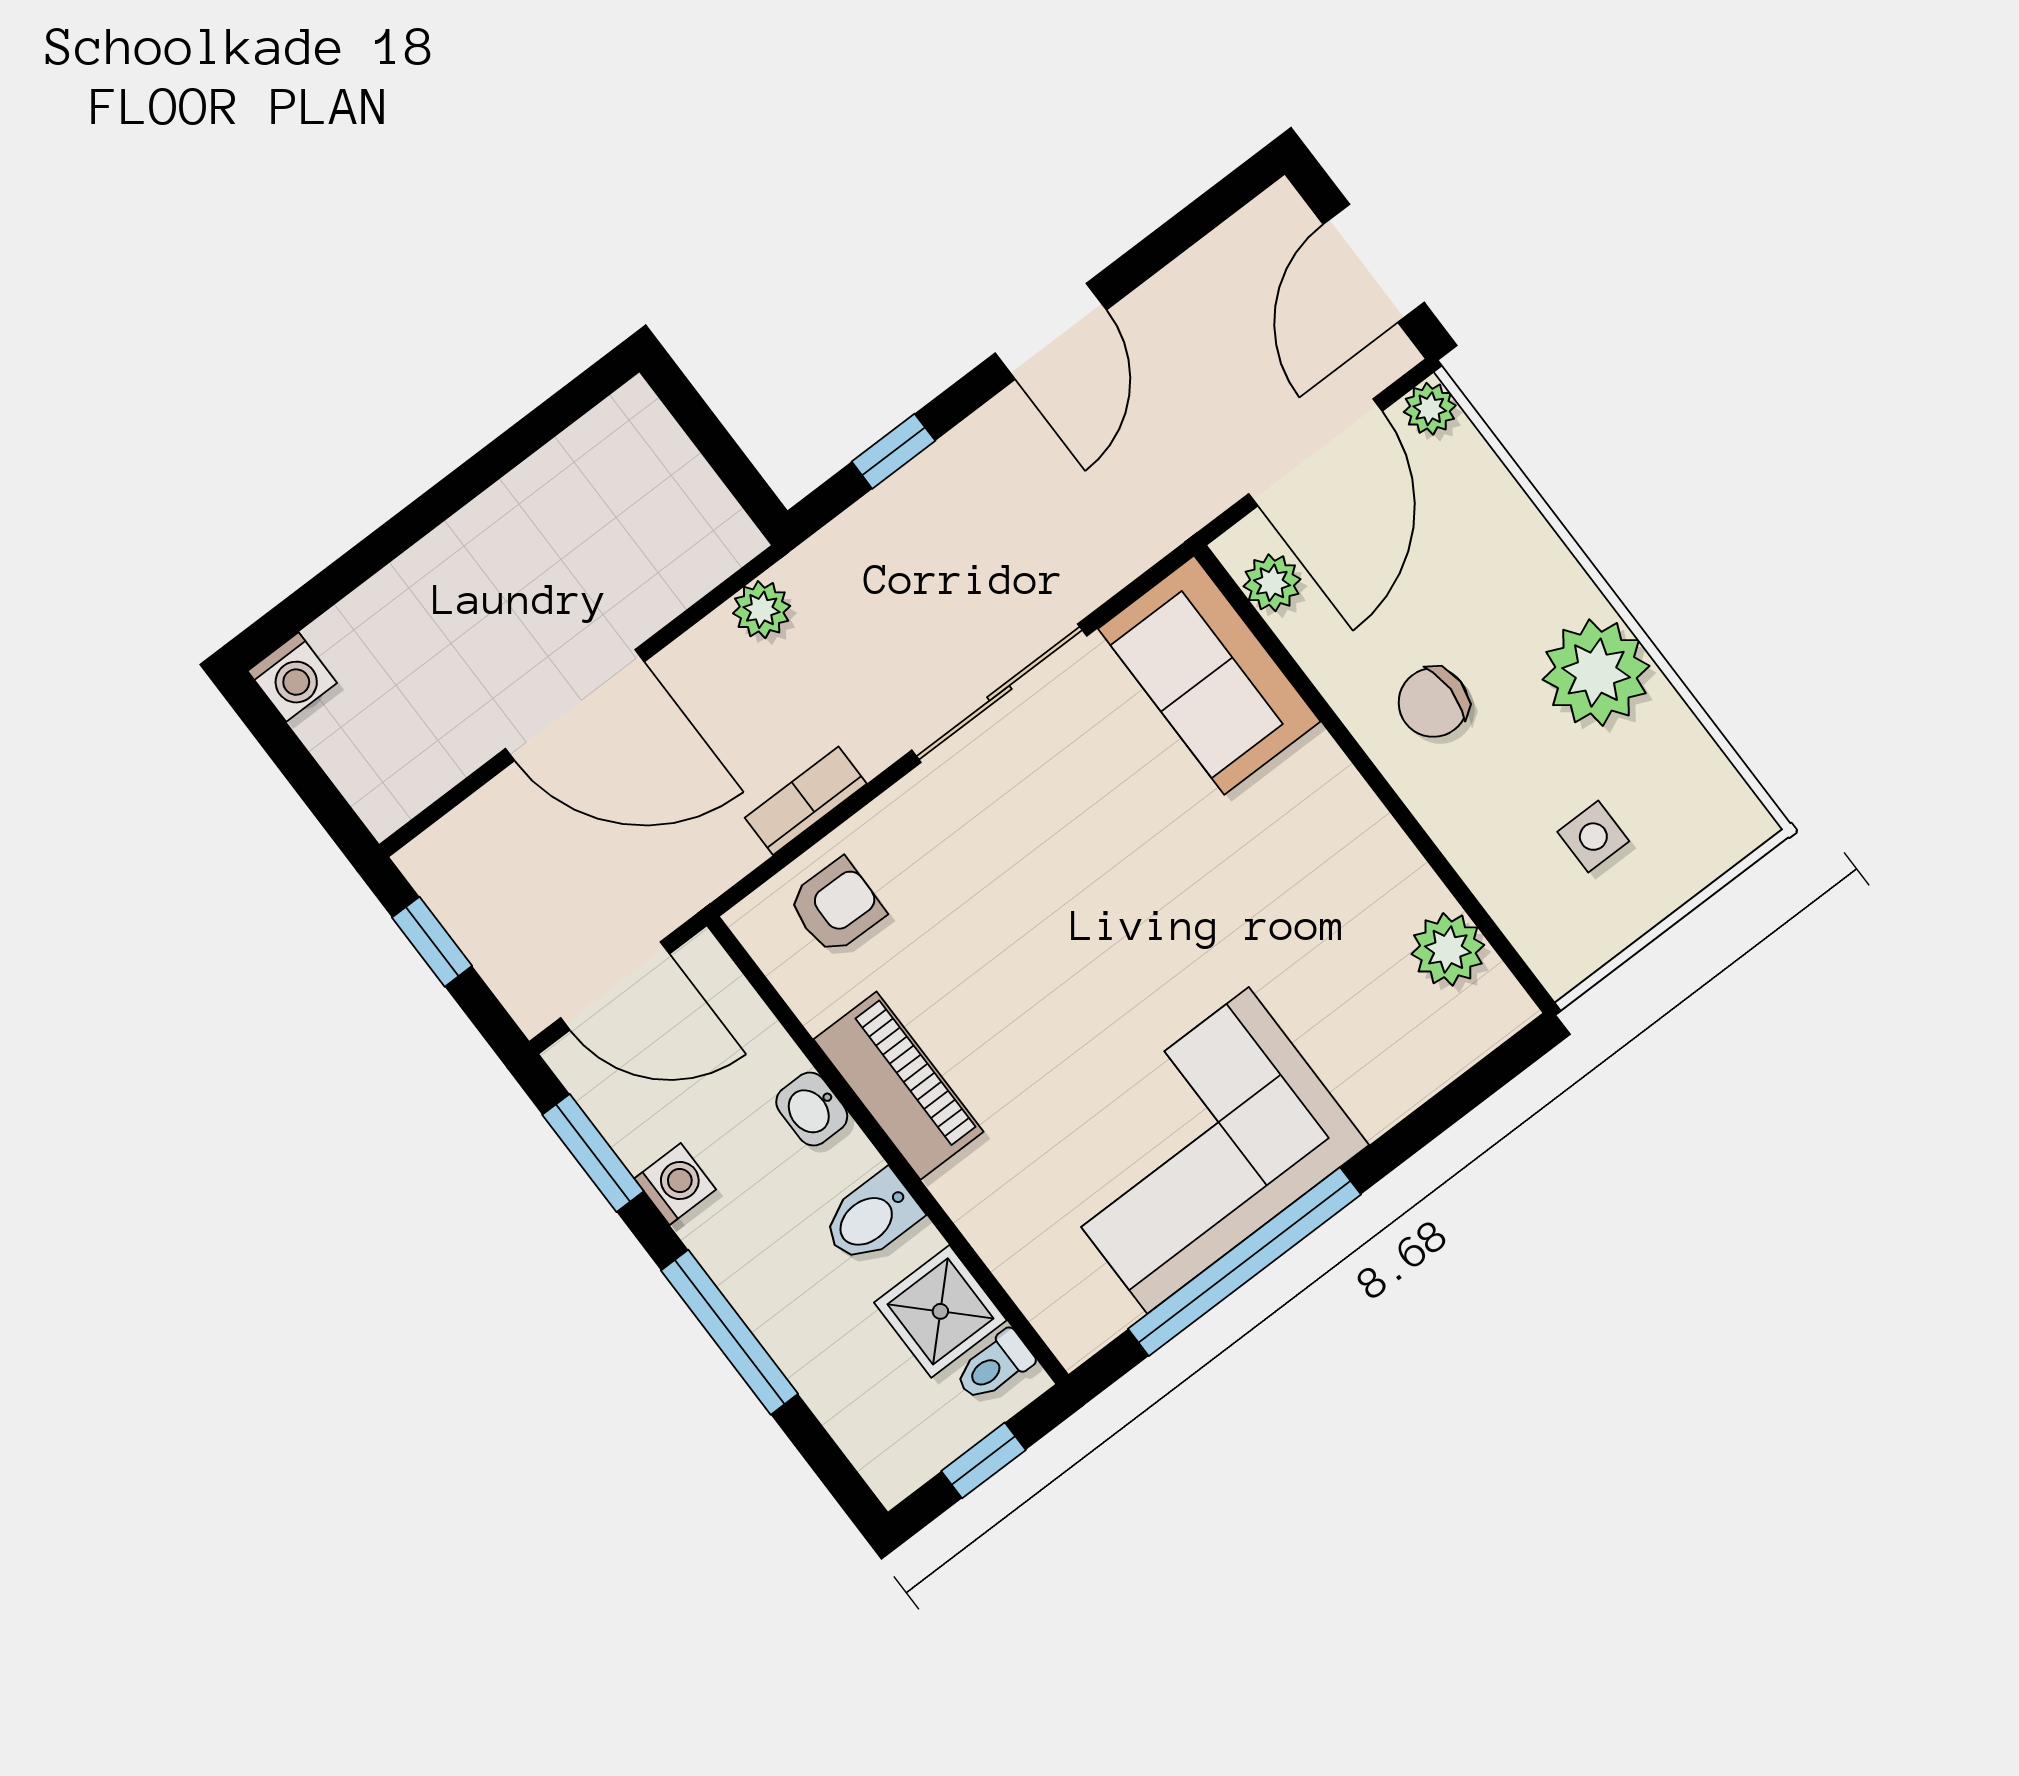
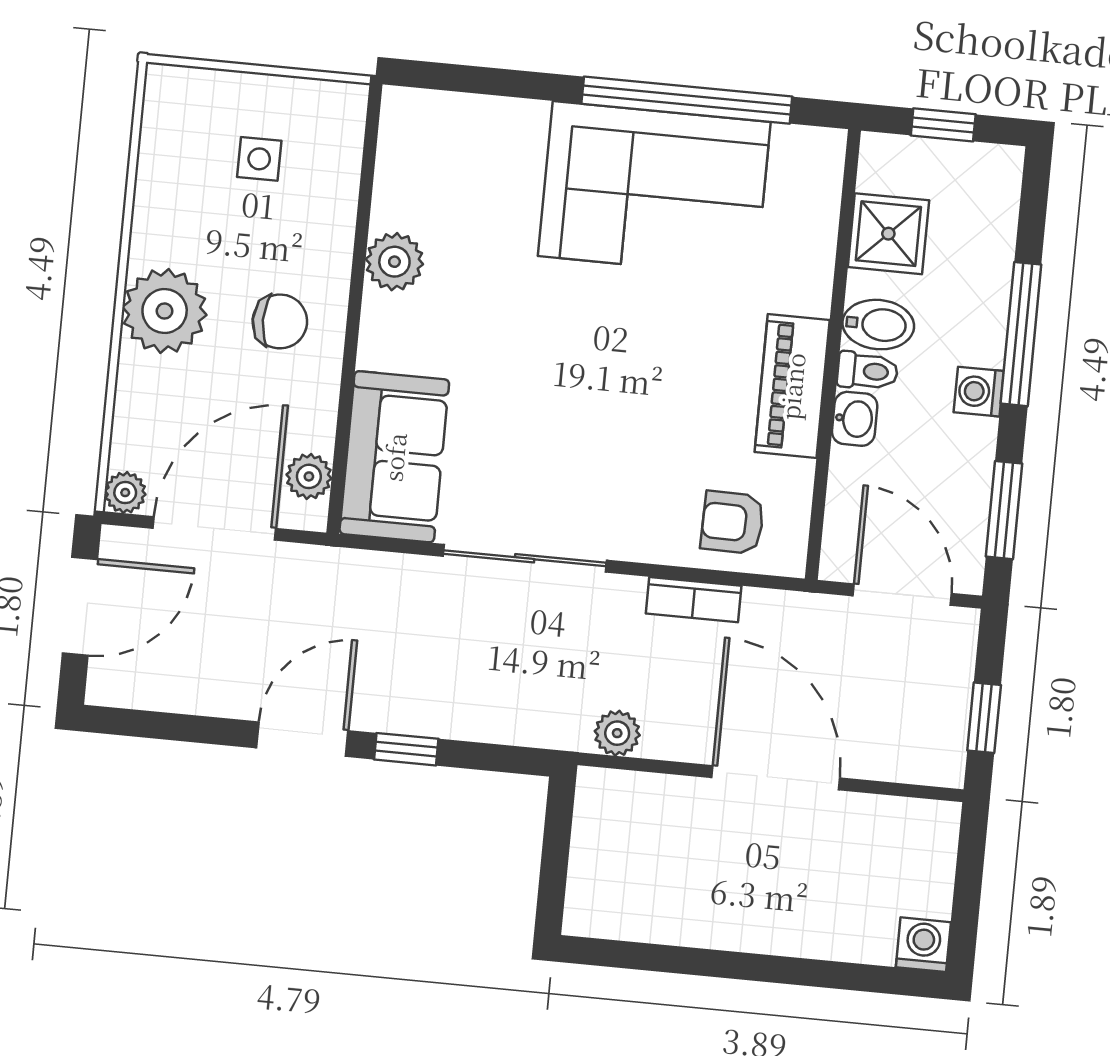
window: (893, 451) -> (406, 749), moved
plant: (1596, 673) -> (165, 311), moved
plant: (1448, 949) -> (394, 262), moved
washing machine: (675, 1184) -> (979, 392), moved
toilet: (994, 1366) -> (868, 371), moved

